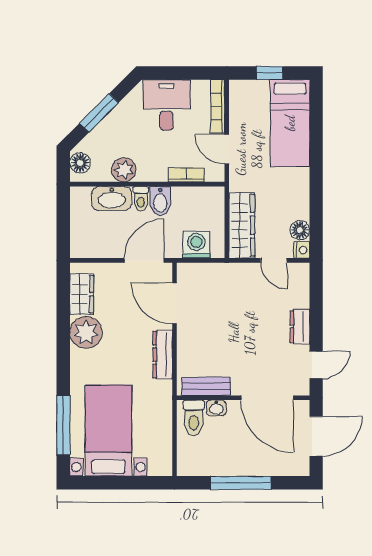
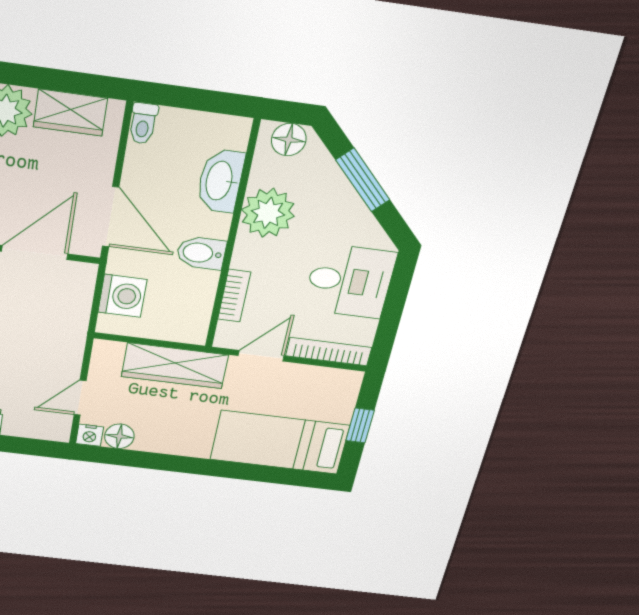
plant: (124, 170) -> (268, 213), width x1.36, depth x1.36
toilet: (141, 199) -> (143, 123), moved, turned -90
wardrobe: (242, 225) -> (175, 366), moved

